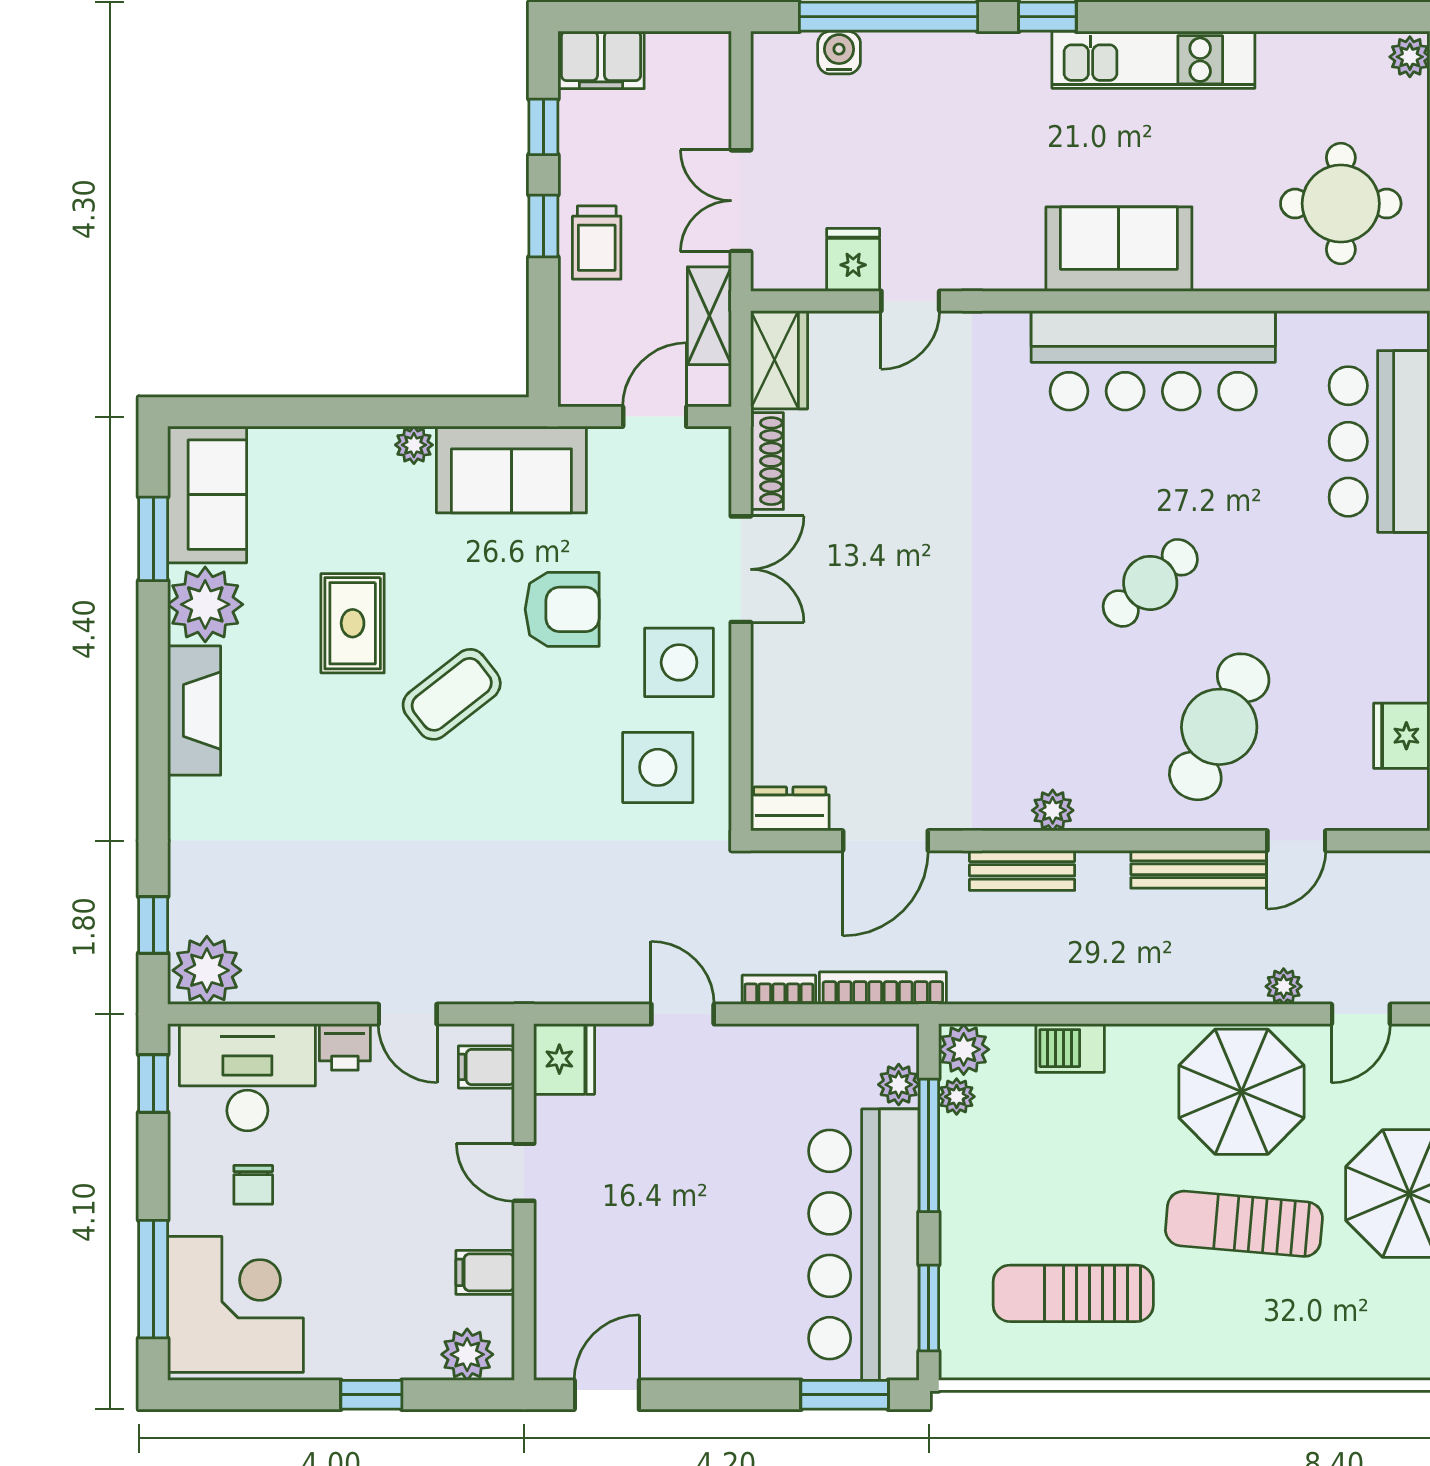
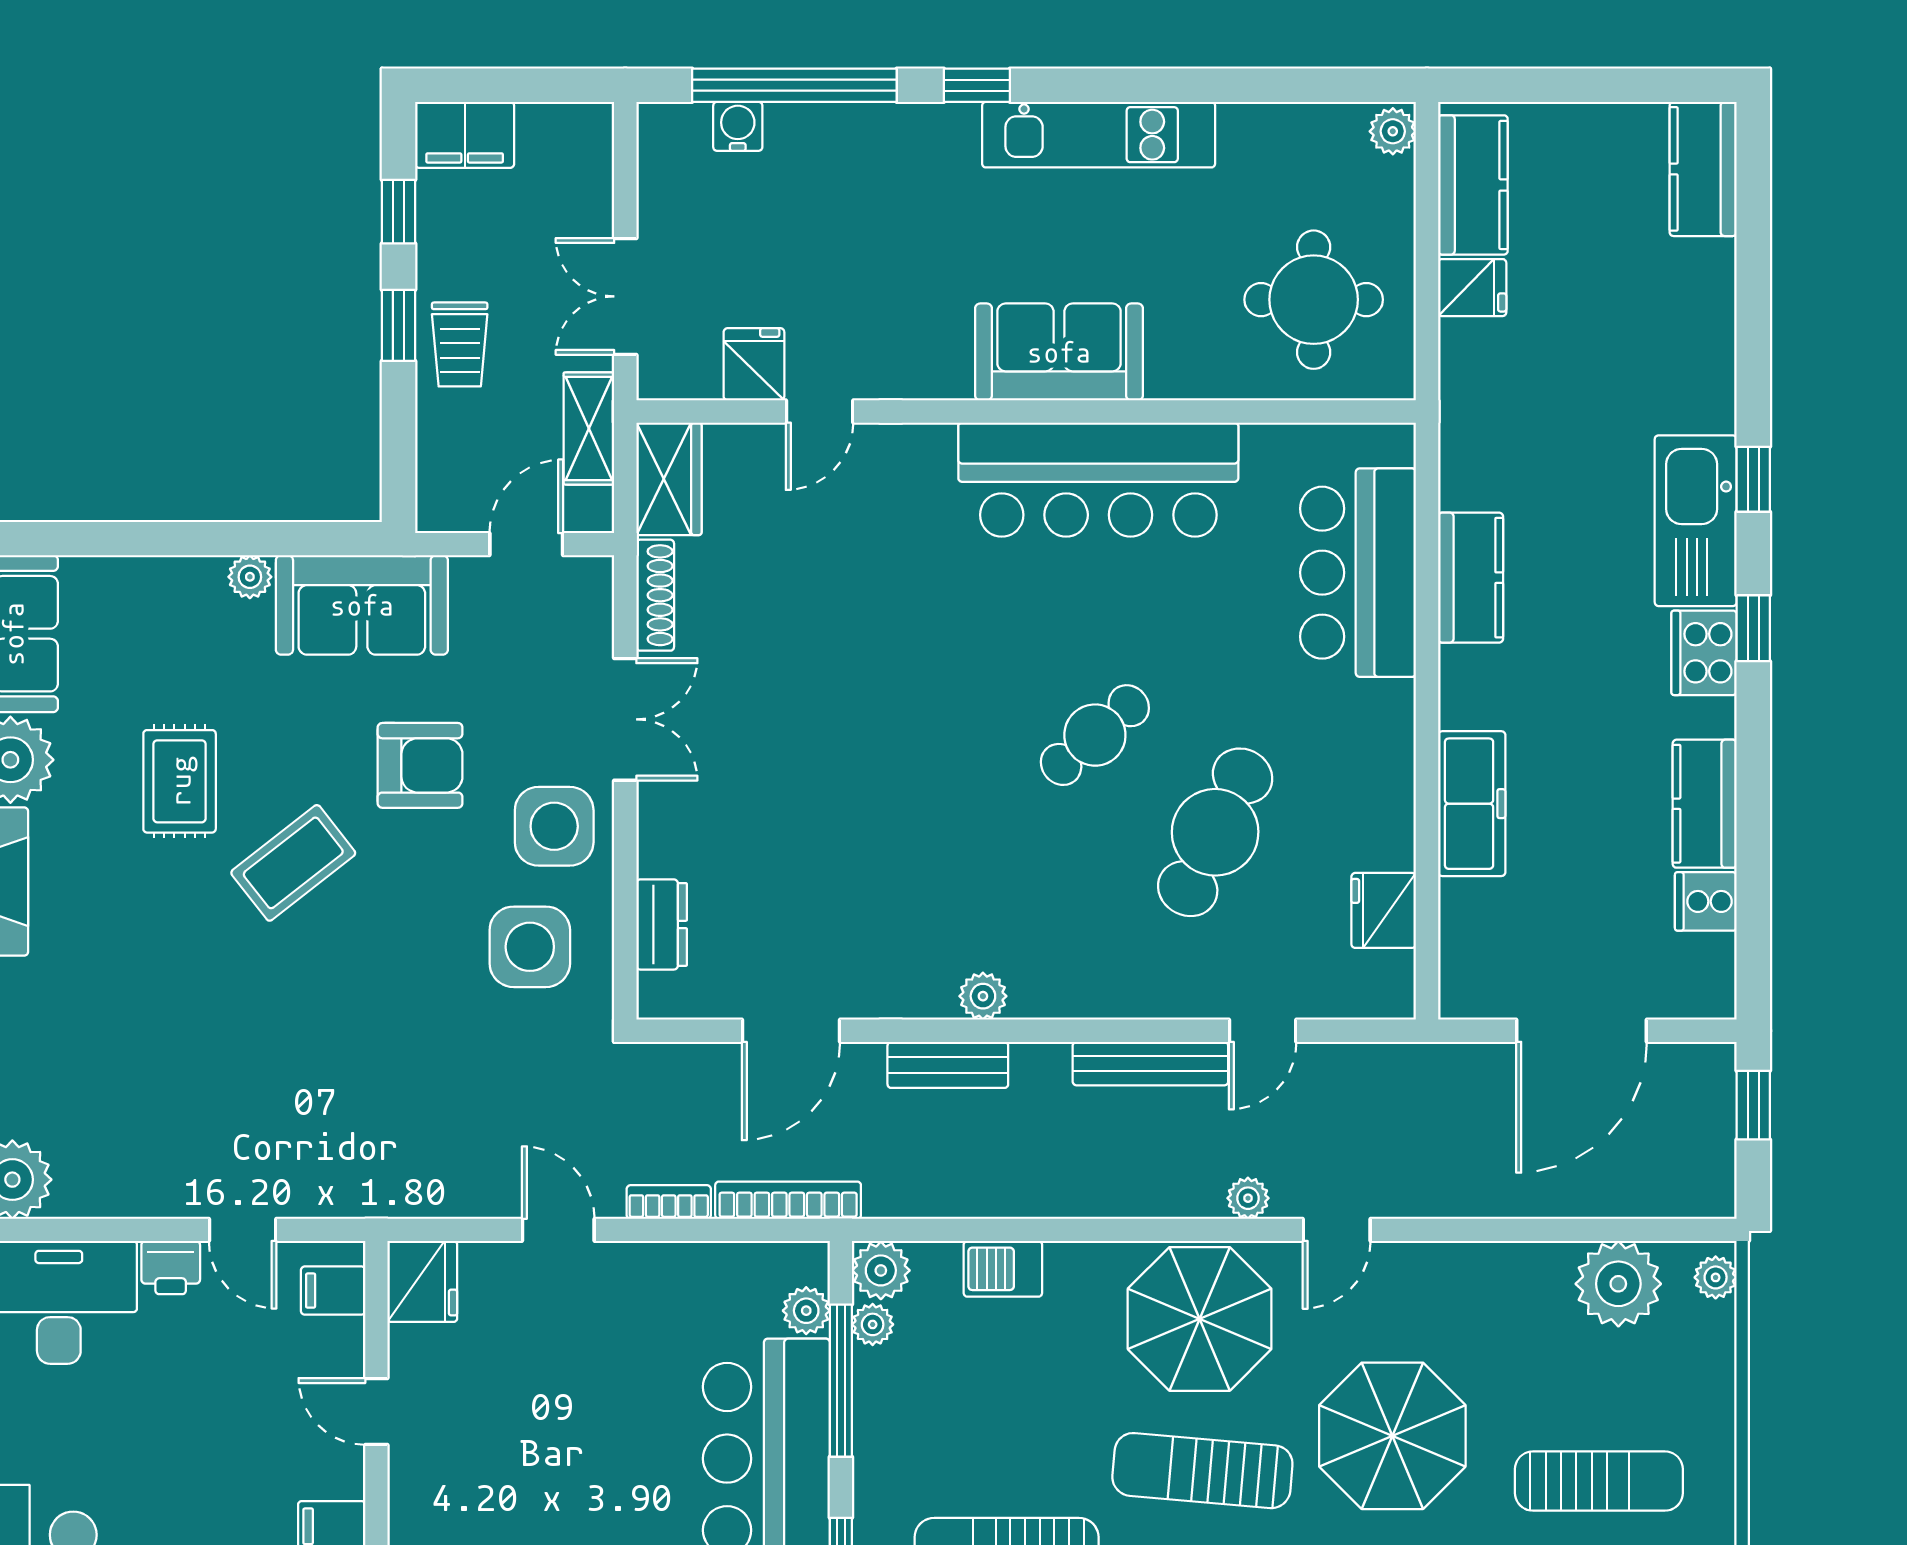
cafe table: (1219, 727) -> (1215, 832), moved
dresser: (790, 809) -> (662, 924), moved, turned 90
chair: (253, 1185) -> (65, 1426), removed

